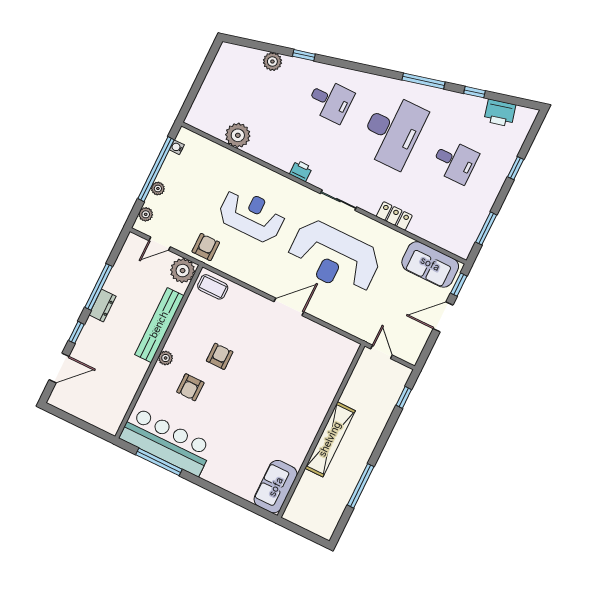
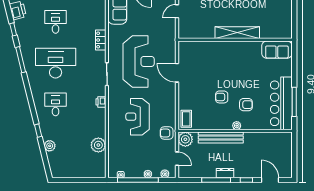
wall: (321, 431) -> (235, 40), moved
shelving: (330, 439) -> (237, 33), moved
sofa: (276, 487) -> (277, 50), moved

